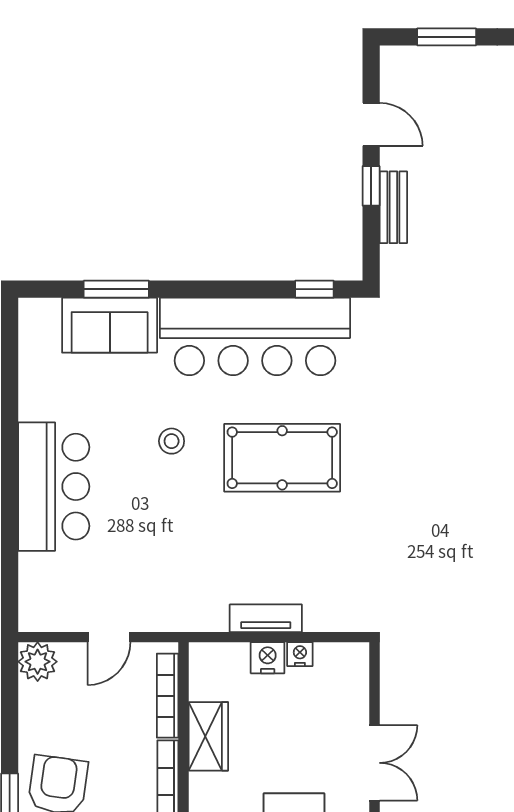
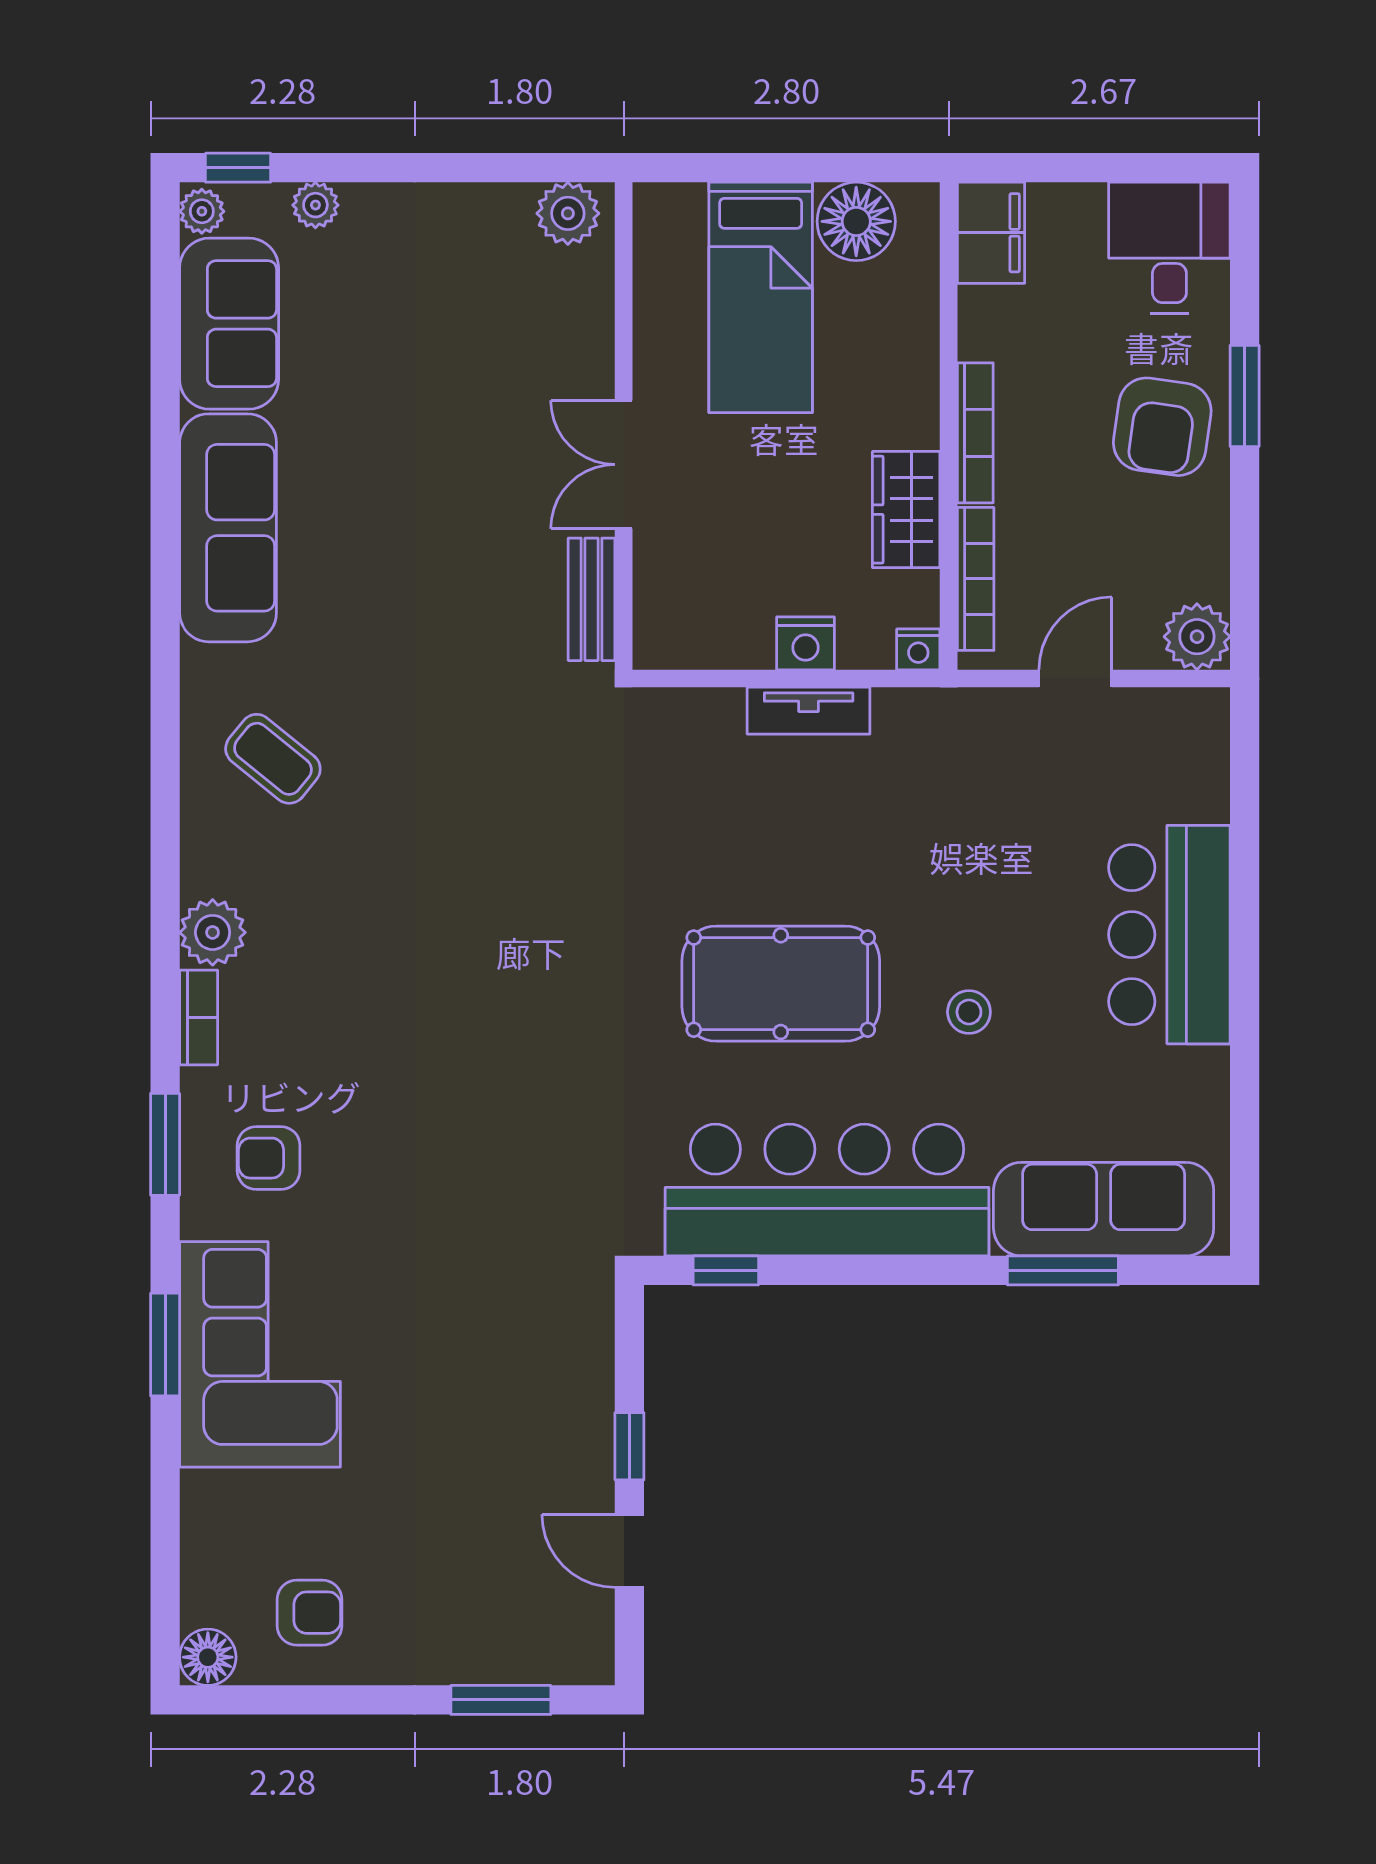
bench: (393, 207) -> (592, 599), moved
sofa: (110, 325) -> (1104, 1209), width x1.36
nightstand: (300, 654) -> (918, 649), moved

